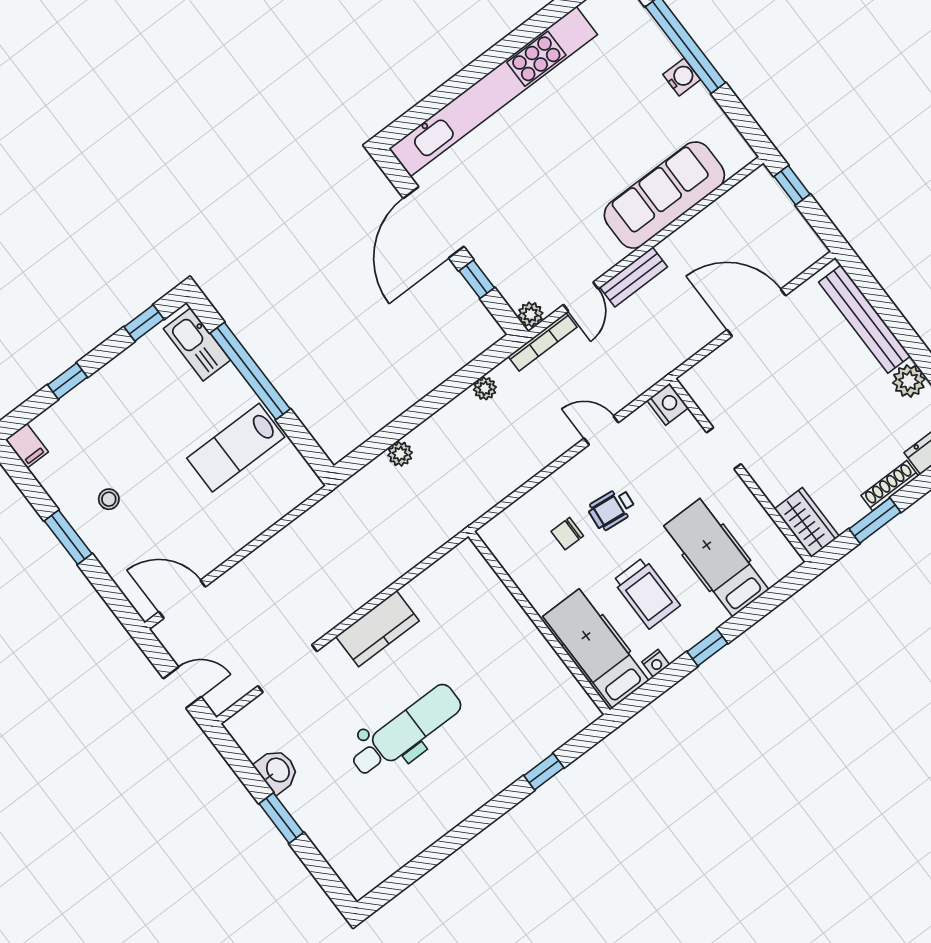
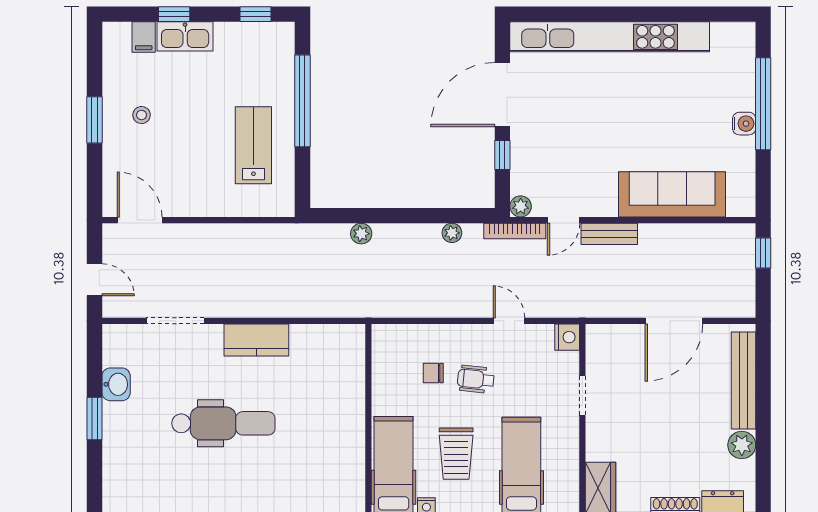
door: (756, 313) -> (674, 321), swing flipped
kitchen sink: (197, 344) -> (185, 36), moved, turned -90
filing cabinet: (27, 446) -> (144, 37), moved
lab bench: (236, 448) -> (253, 145), turned 90

